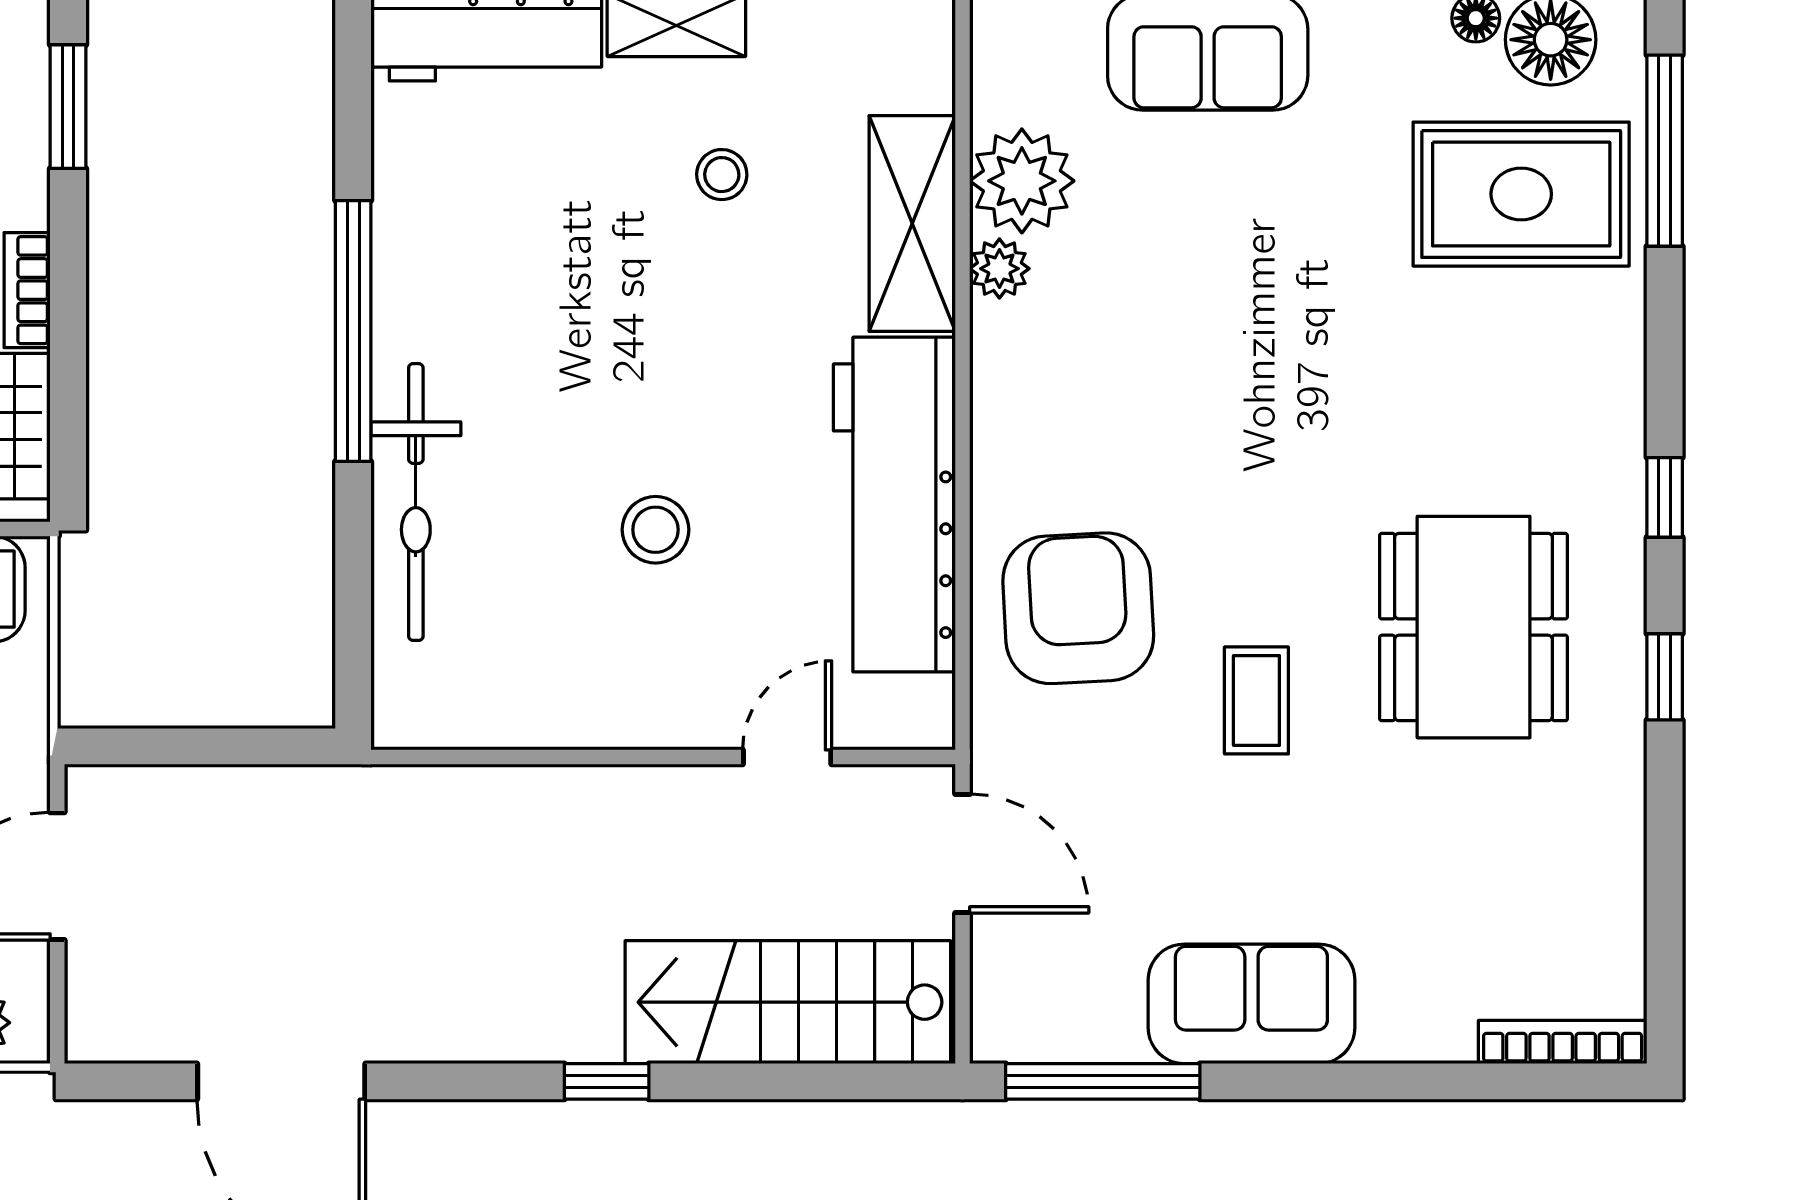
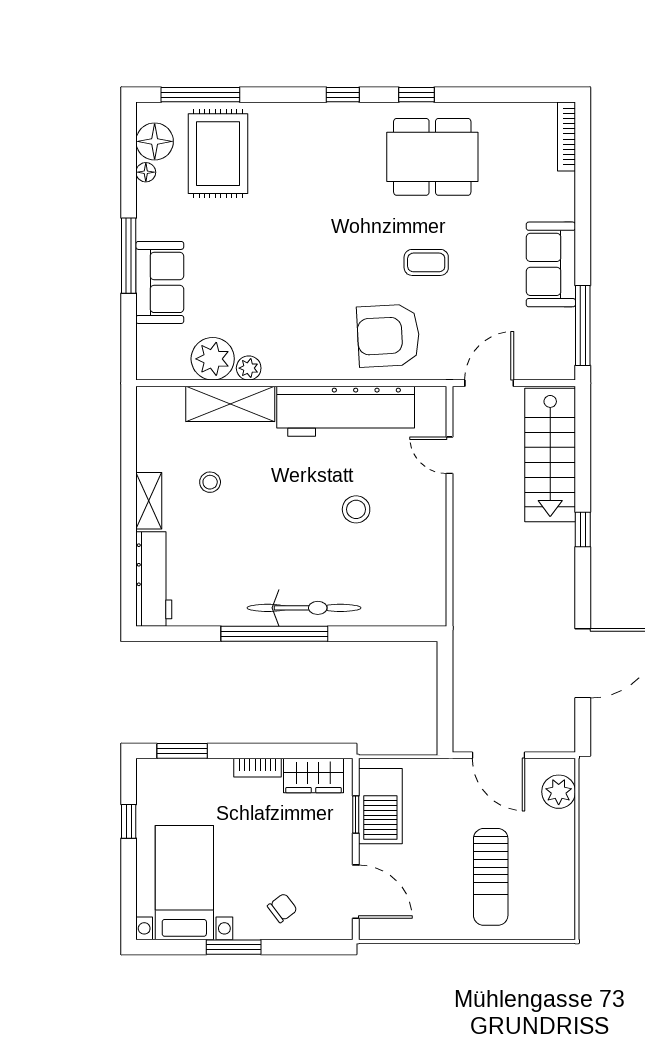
bicycle: (416, 502) -> (304, 608), moved
dining table: (1474, 627) -> (432, 157), moved

